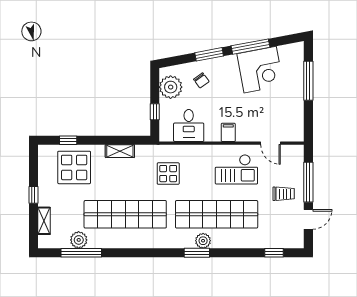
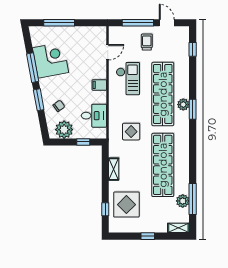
shelving: (44, 221) -> (178, 228), moved

